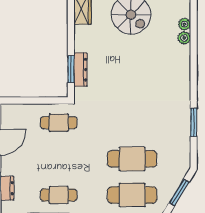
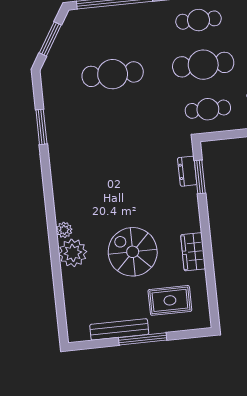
plant: (184, 24) -> (73, 253), width x1.88, depth x1.88
dresser: (81, 70) -> (187, 171), width x0.70
cafe table: (132, 195) -> (203, 65), moved

